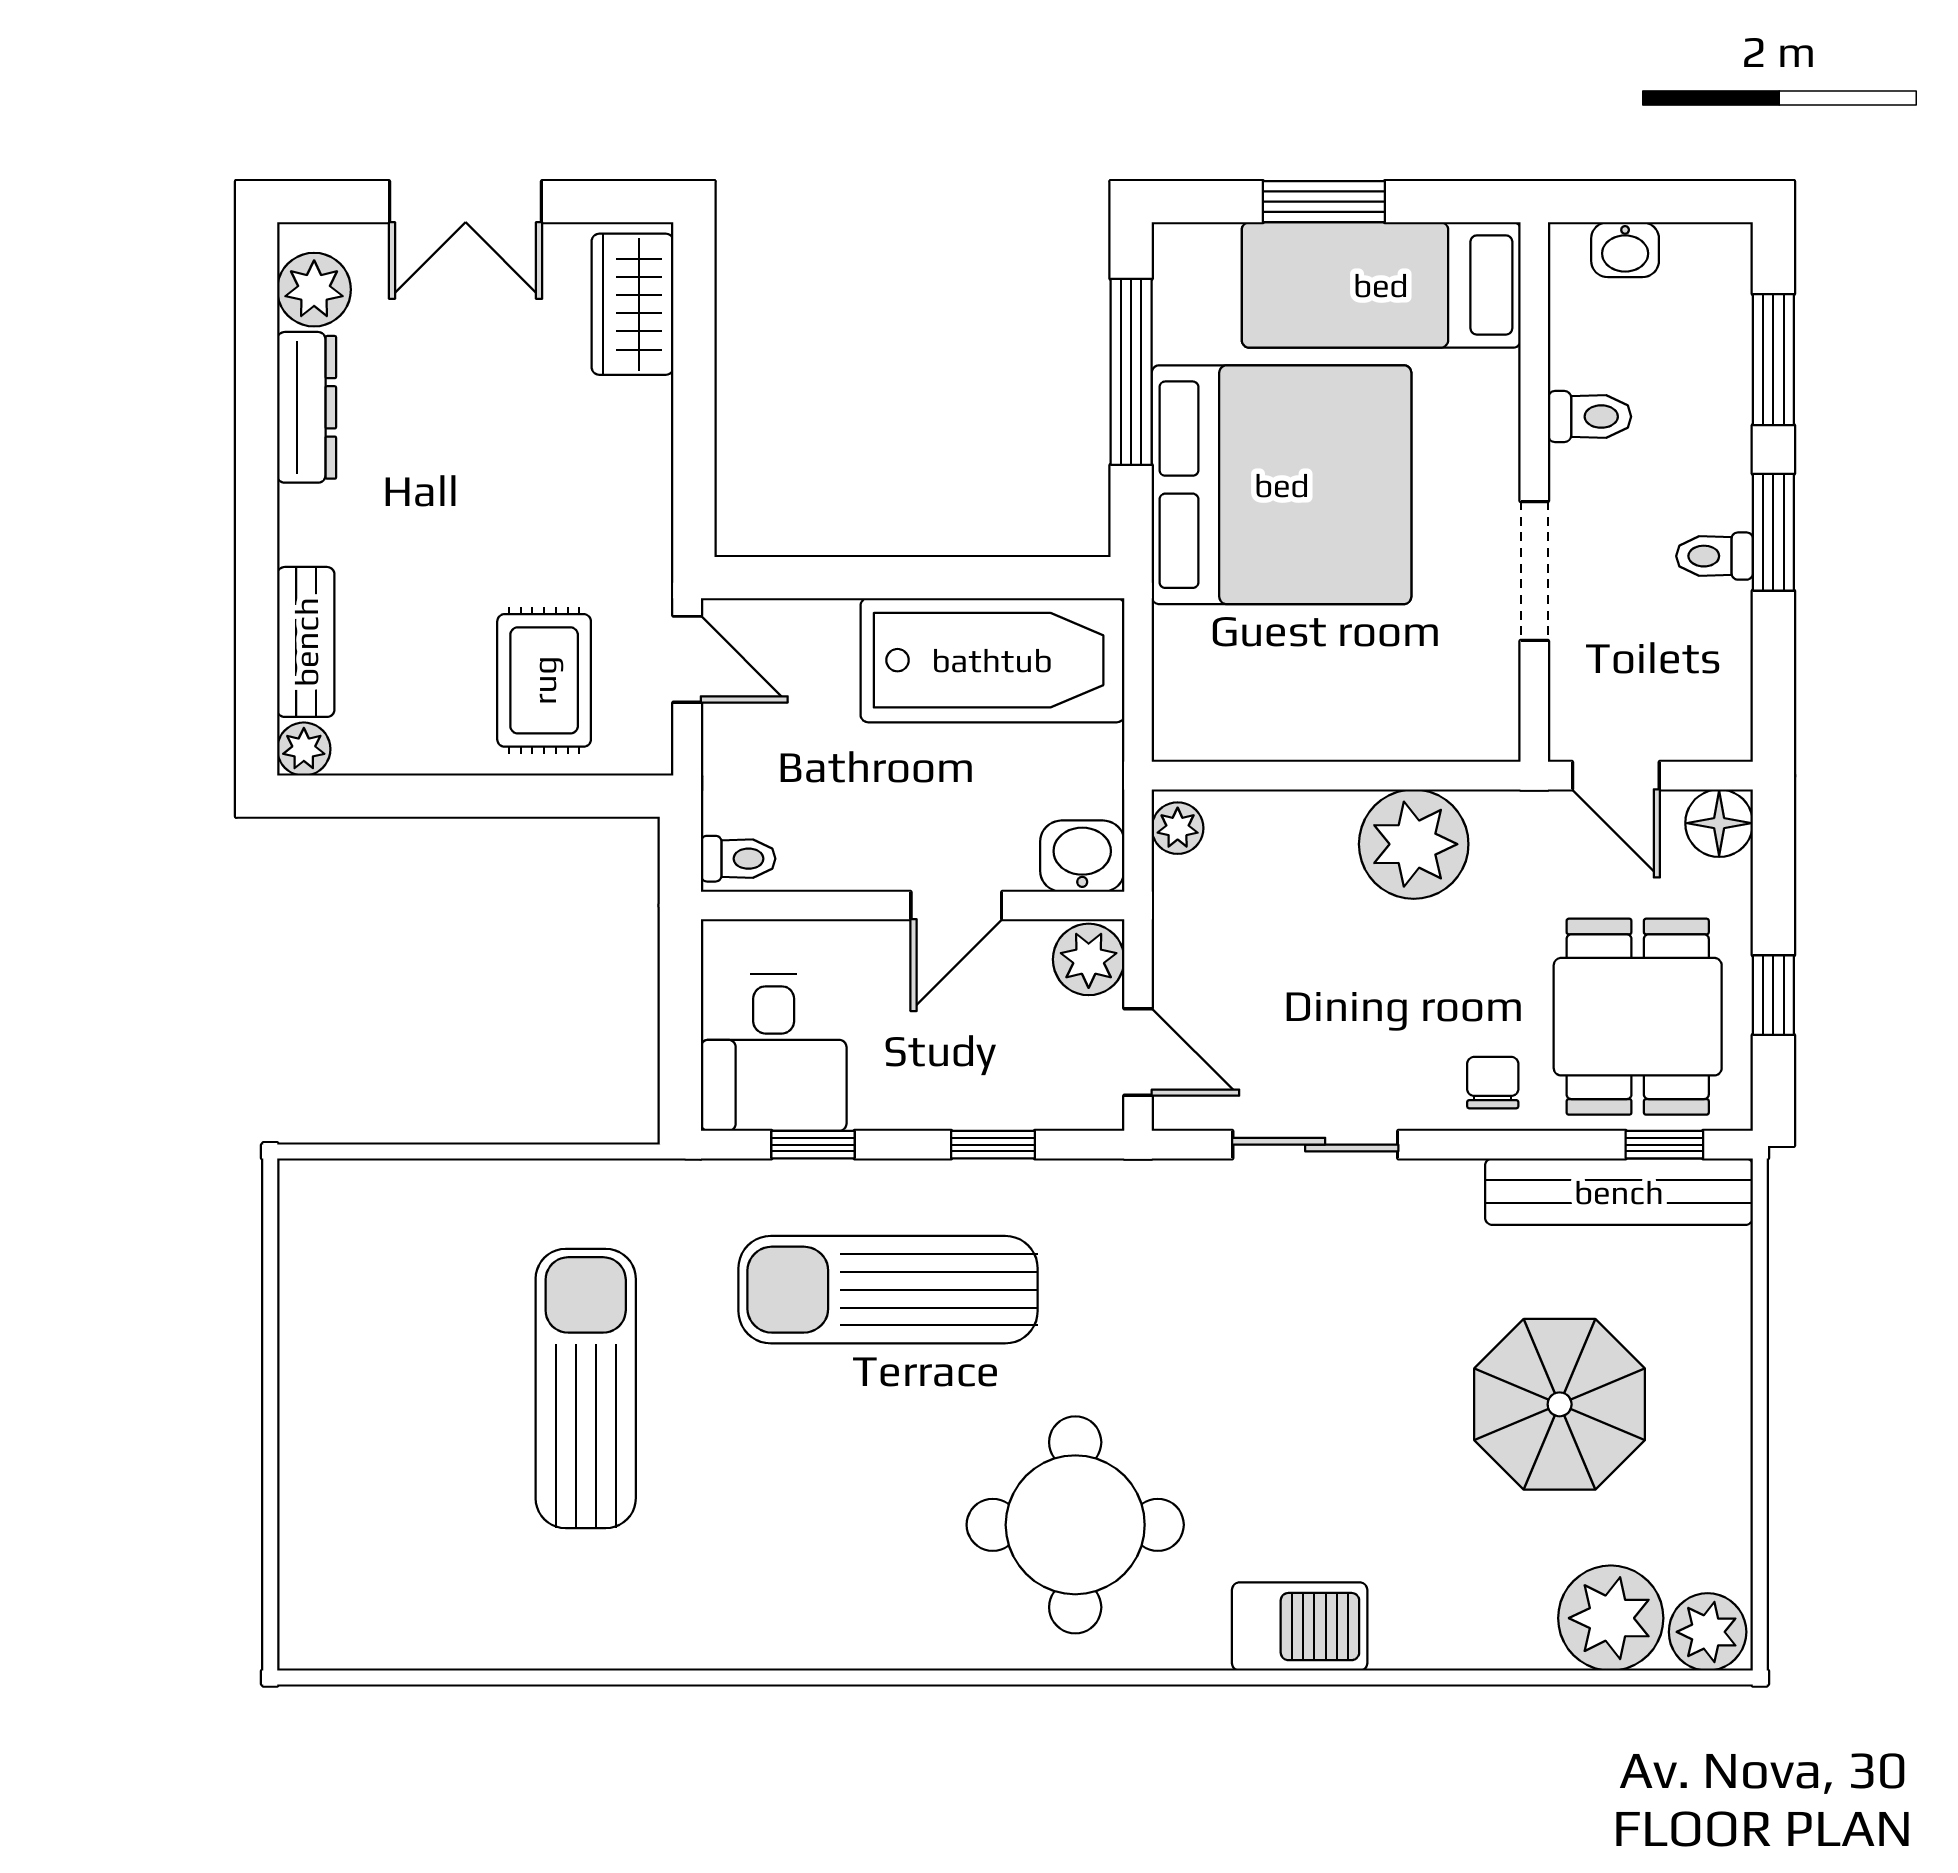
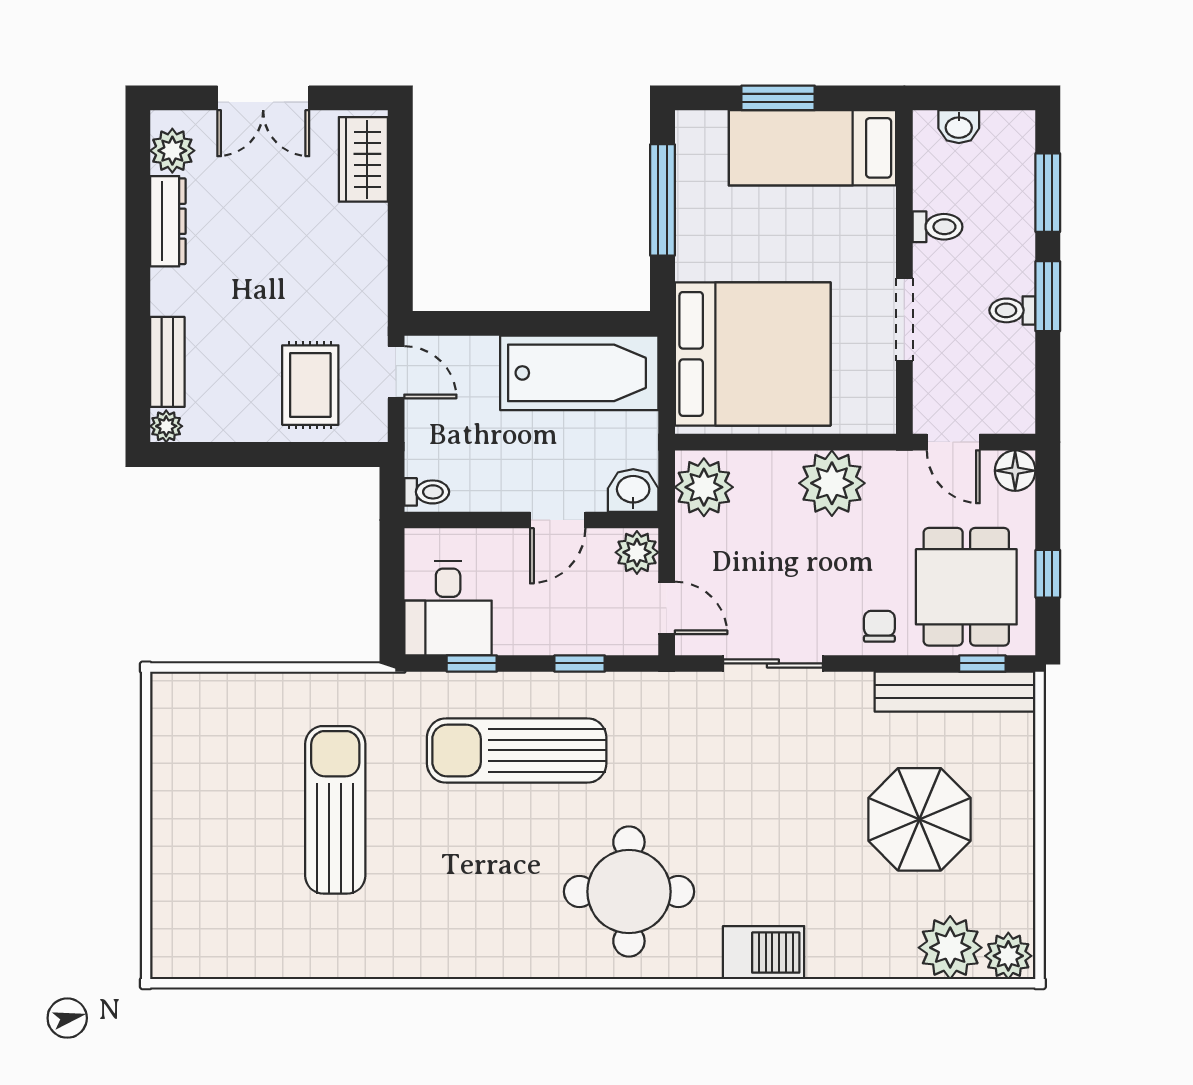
bed: (1282, 485) -> (753, 354), moved
plant: (1178, 828) -> (704, 487), width x1.87, depth x1.87

